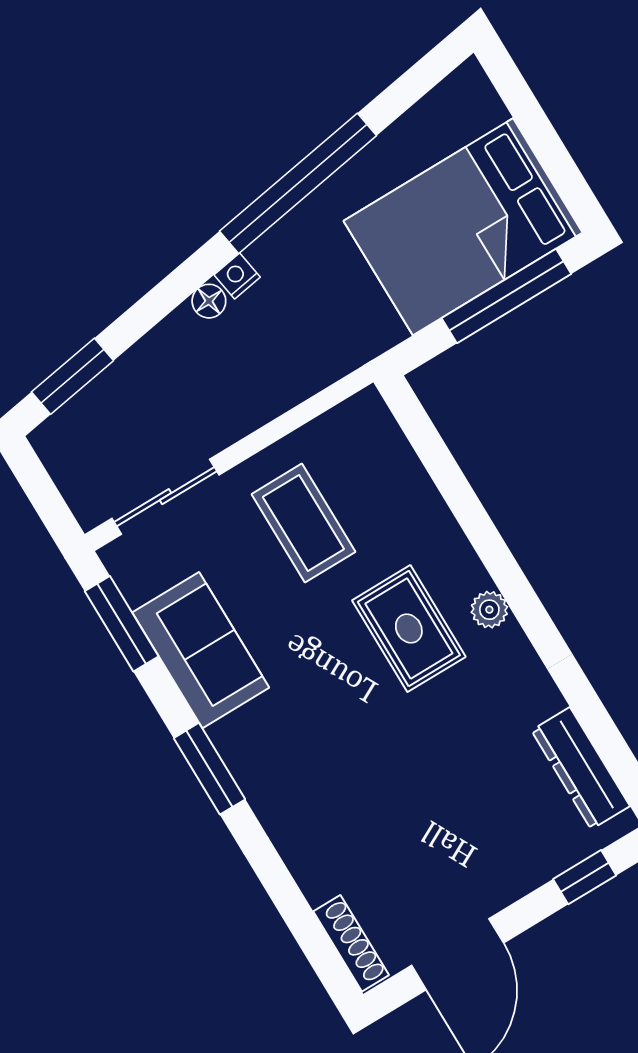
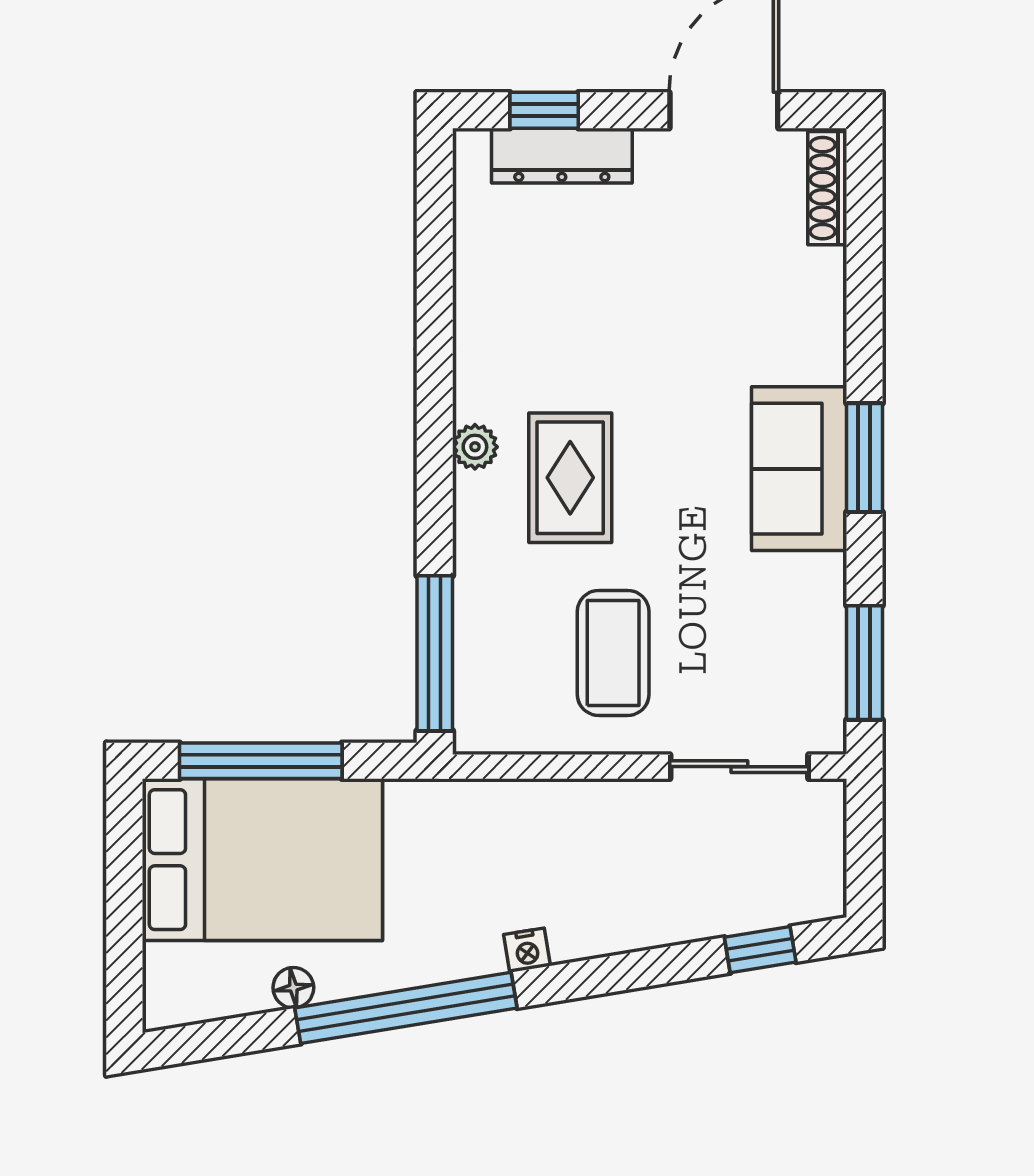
floor lamp: (209, 301) -> (293, 988), moved
window: (72, 376) -> (760, 950), width x0.67
window: (429, 446) -> (435, 653), added
sofa: (201, 650) -> (799, 469), moved
dresser: (581, 768) -> (562, 156), moved, turned 90

